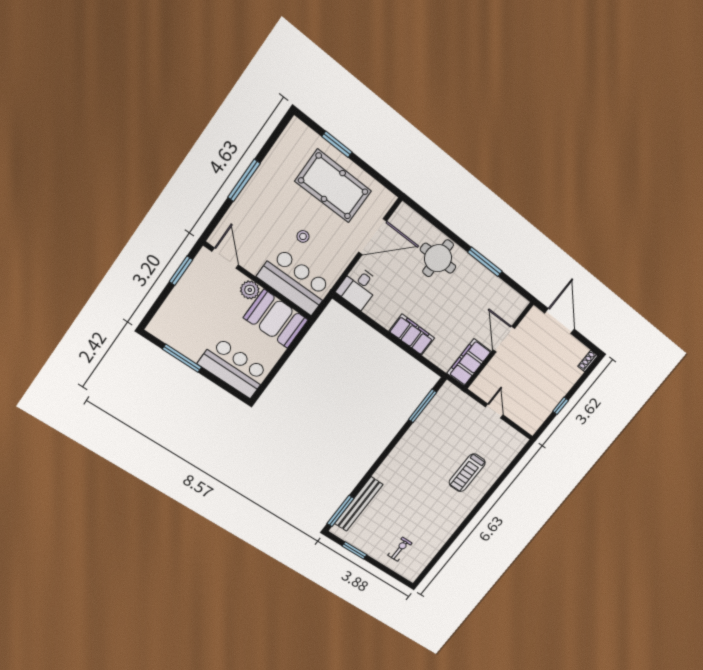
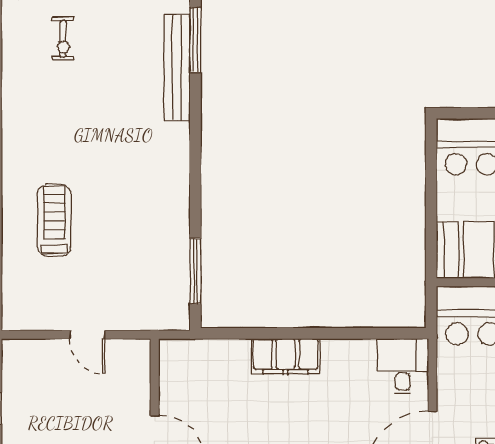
filing cabinet: (469, 362) -> (178, 375), removed

